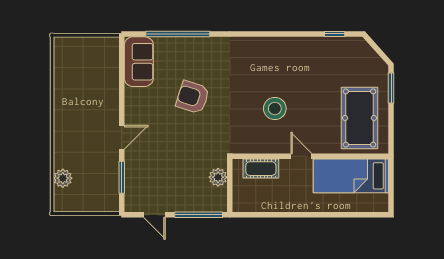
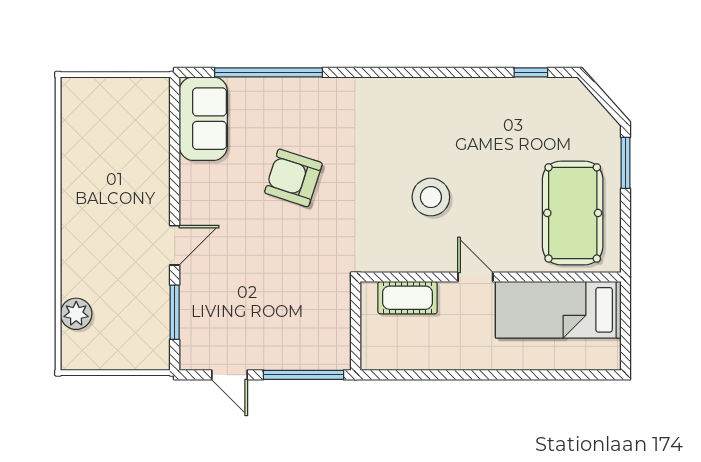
plant: (218, 177) -> (336, 312), removed

